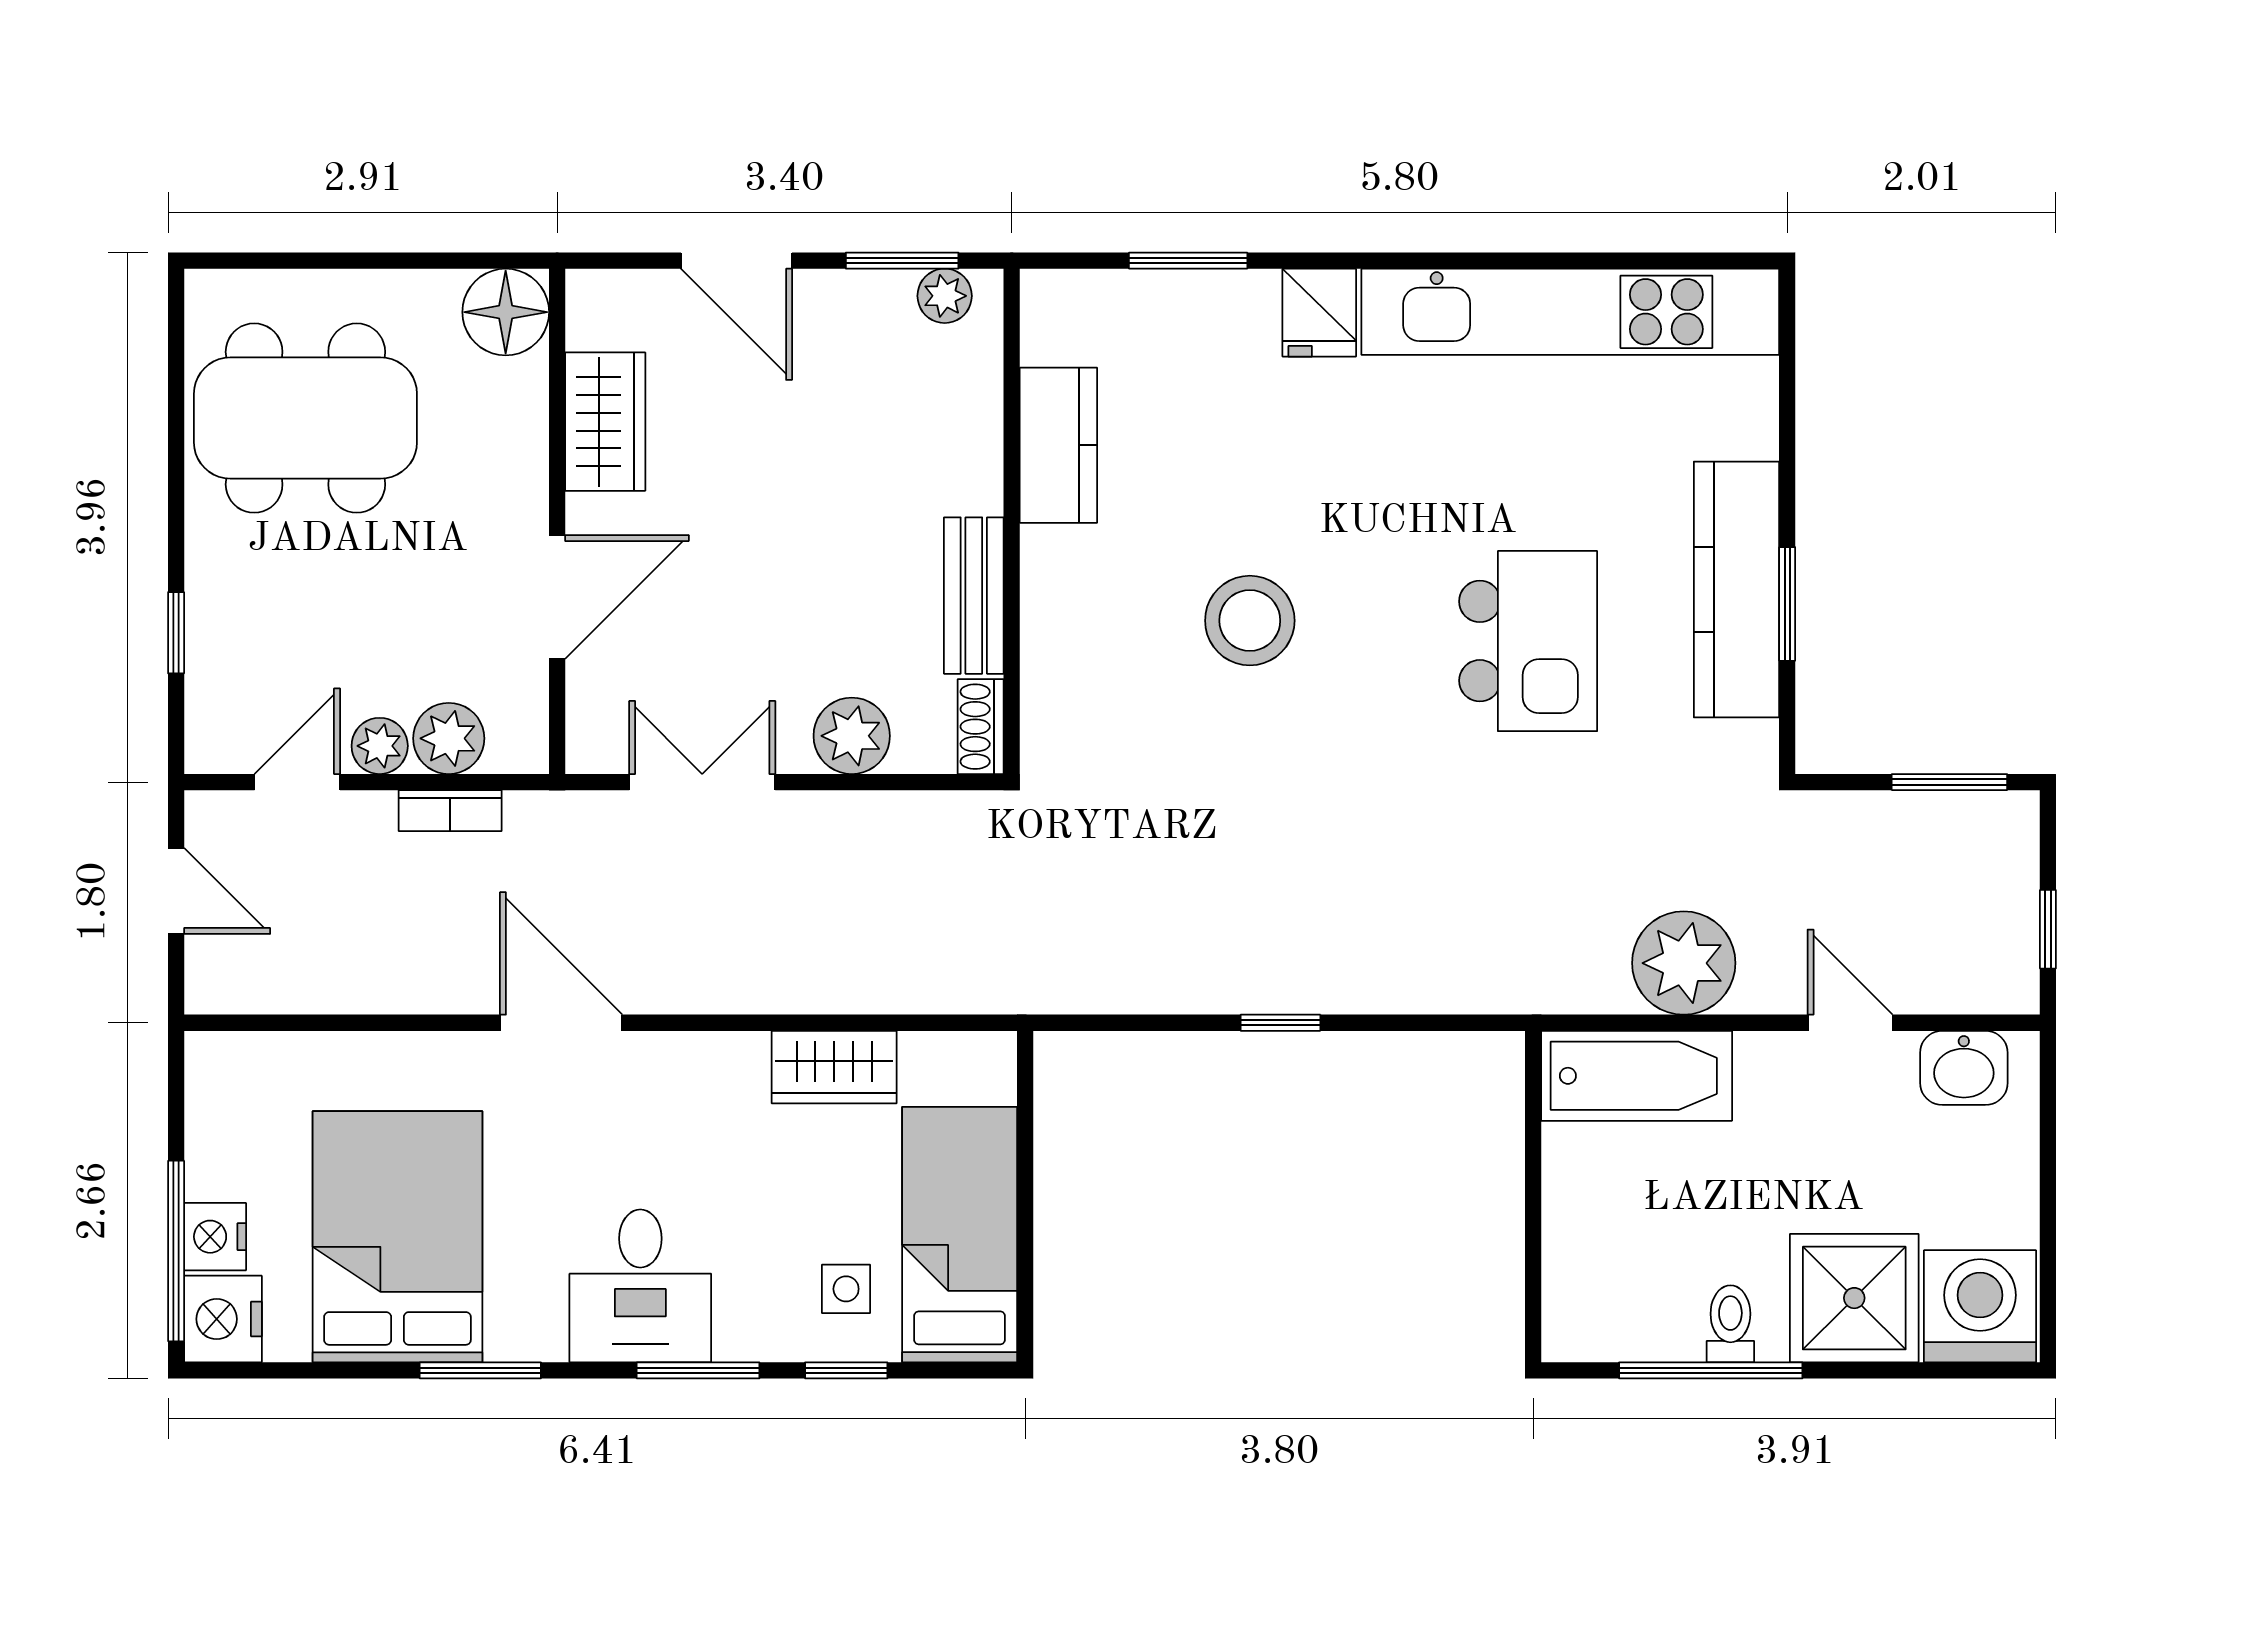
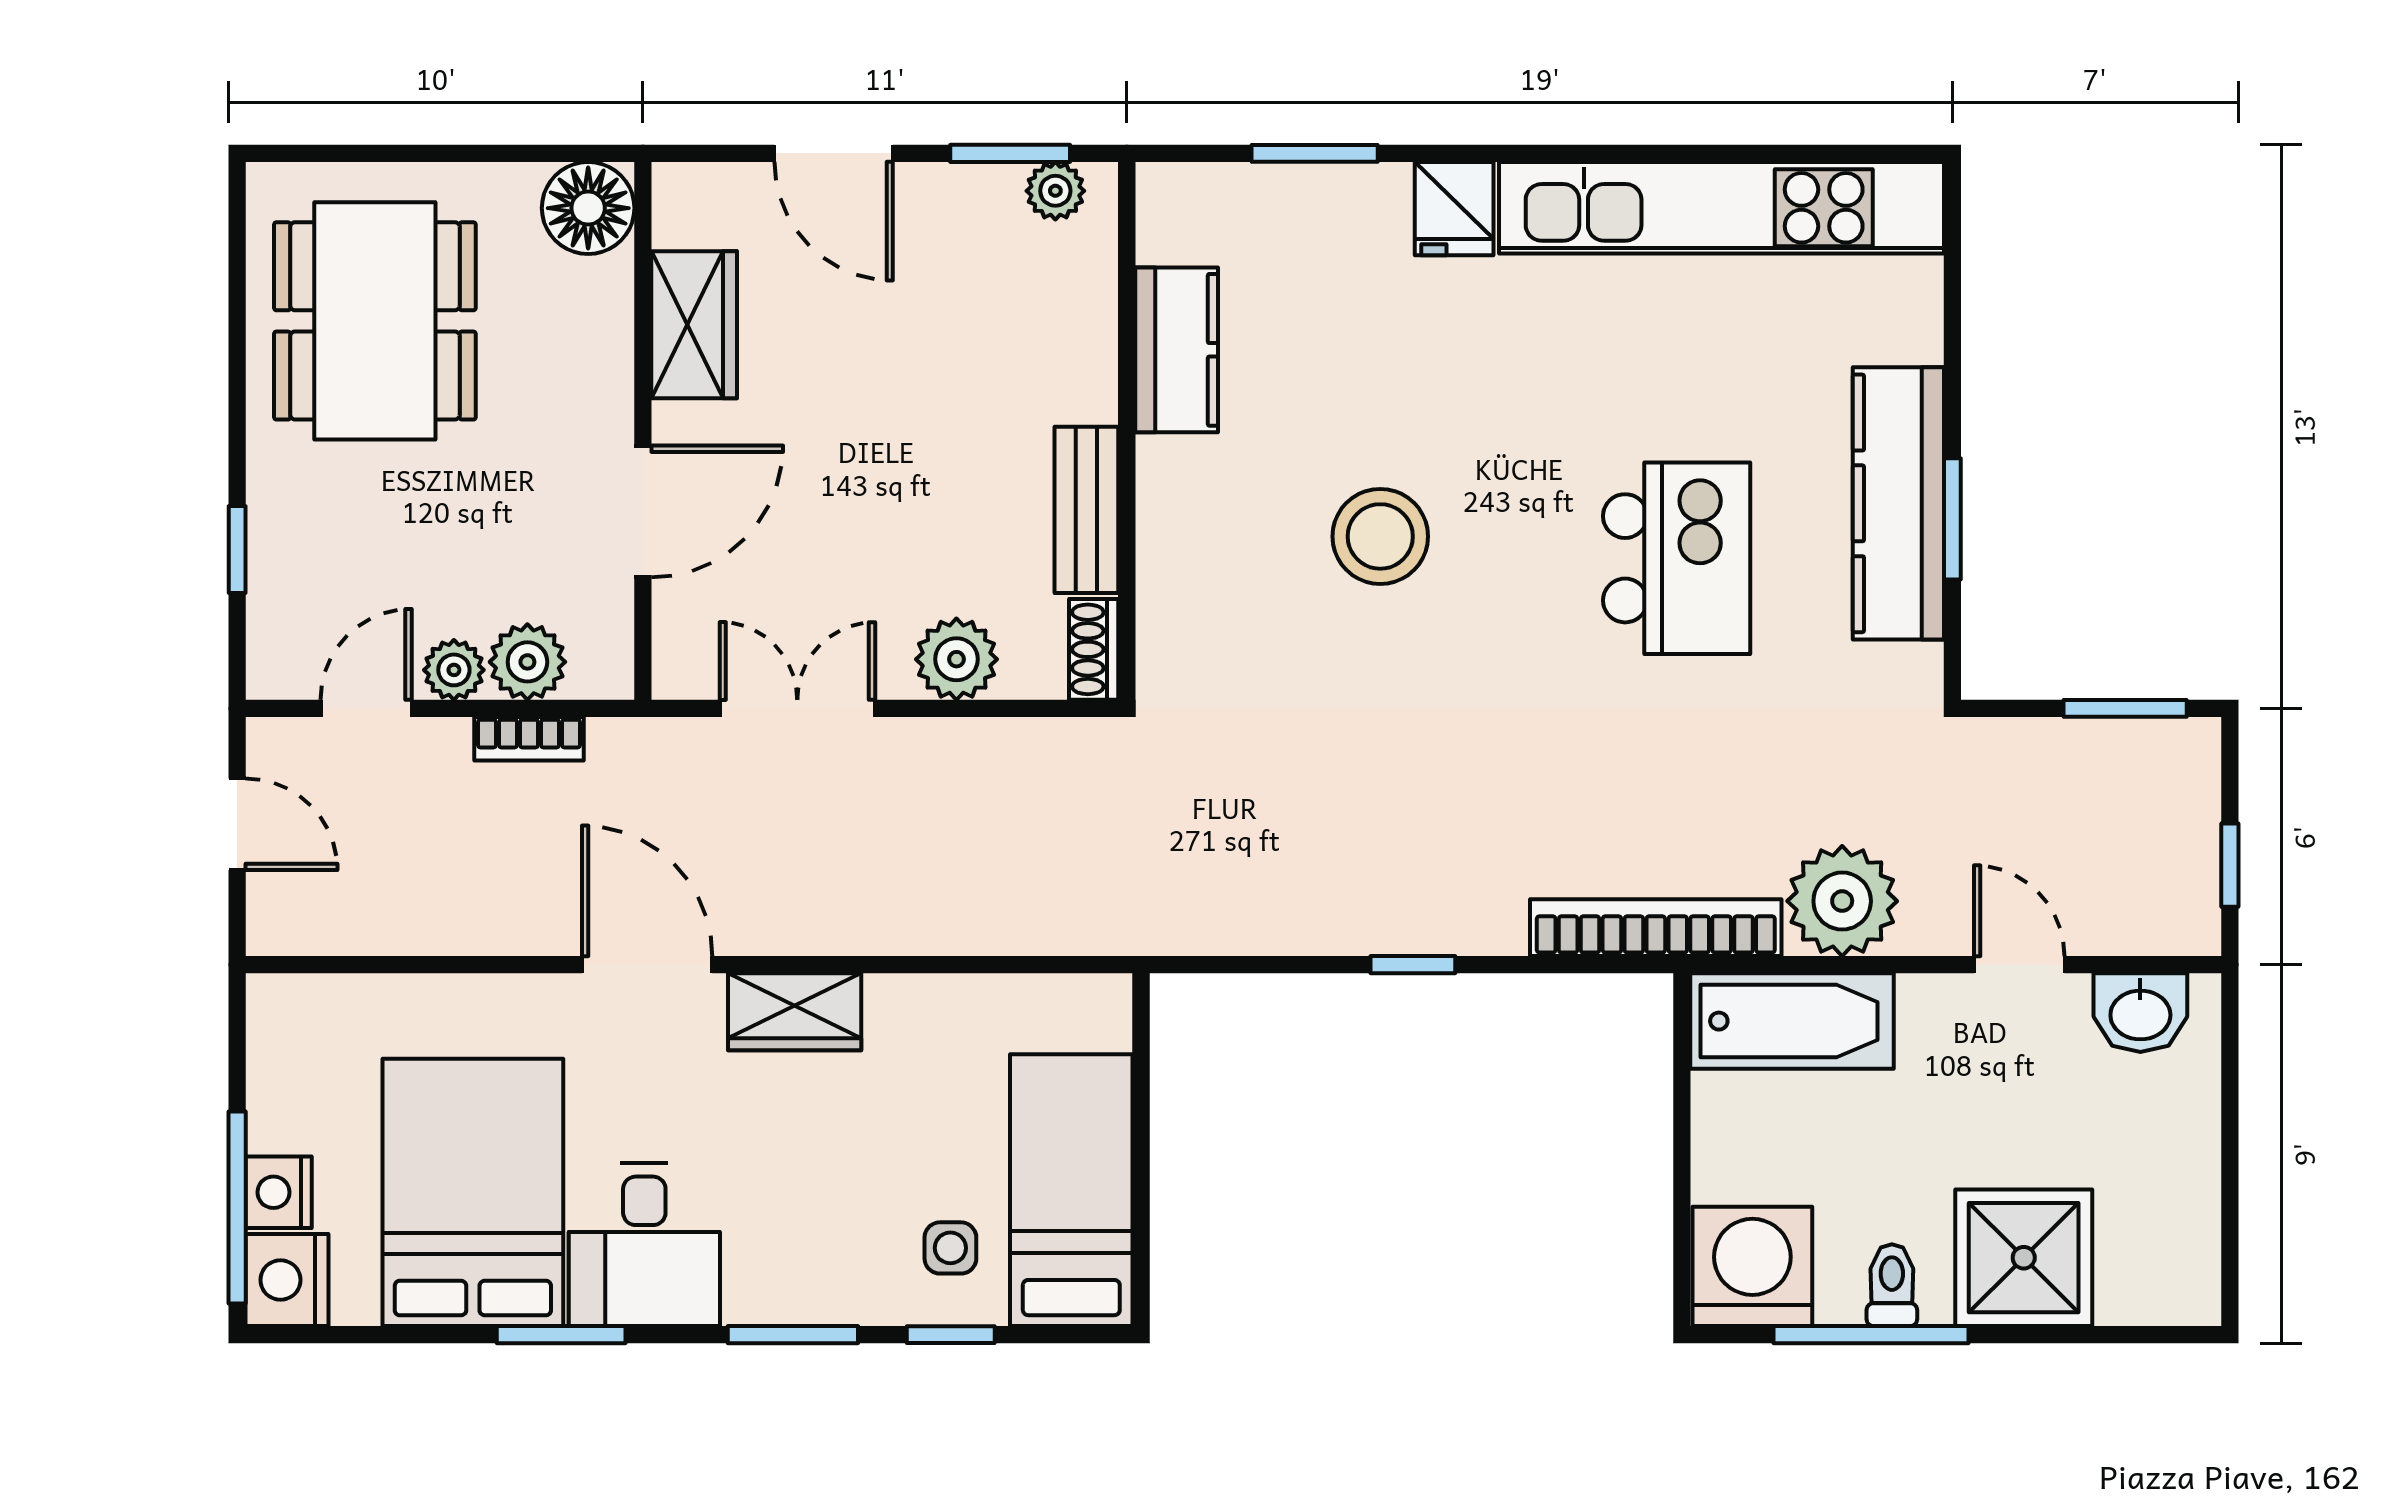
dining table: (305, 418) -> (375, 321), turned 90
bookcase: (1509, 988) -> (1656, 928), added
wardrobe: (834, 1067) -> (795, 1012), moved
desk: (640, 1286) -> (644, 1245), moved
washing machine: (1980, 1306) -> (1752, 1266), moved

